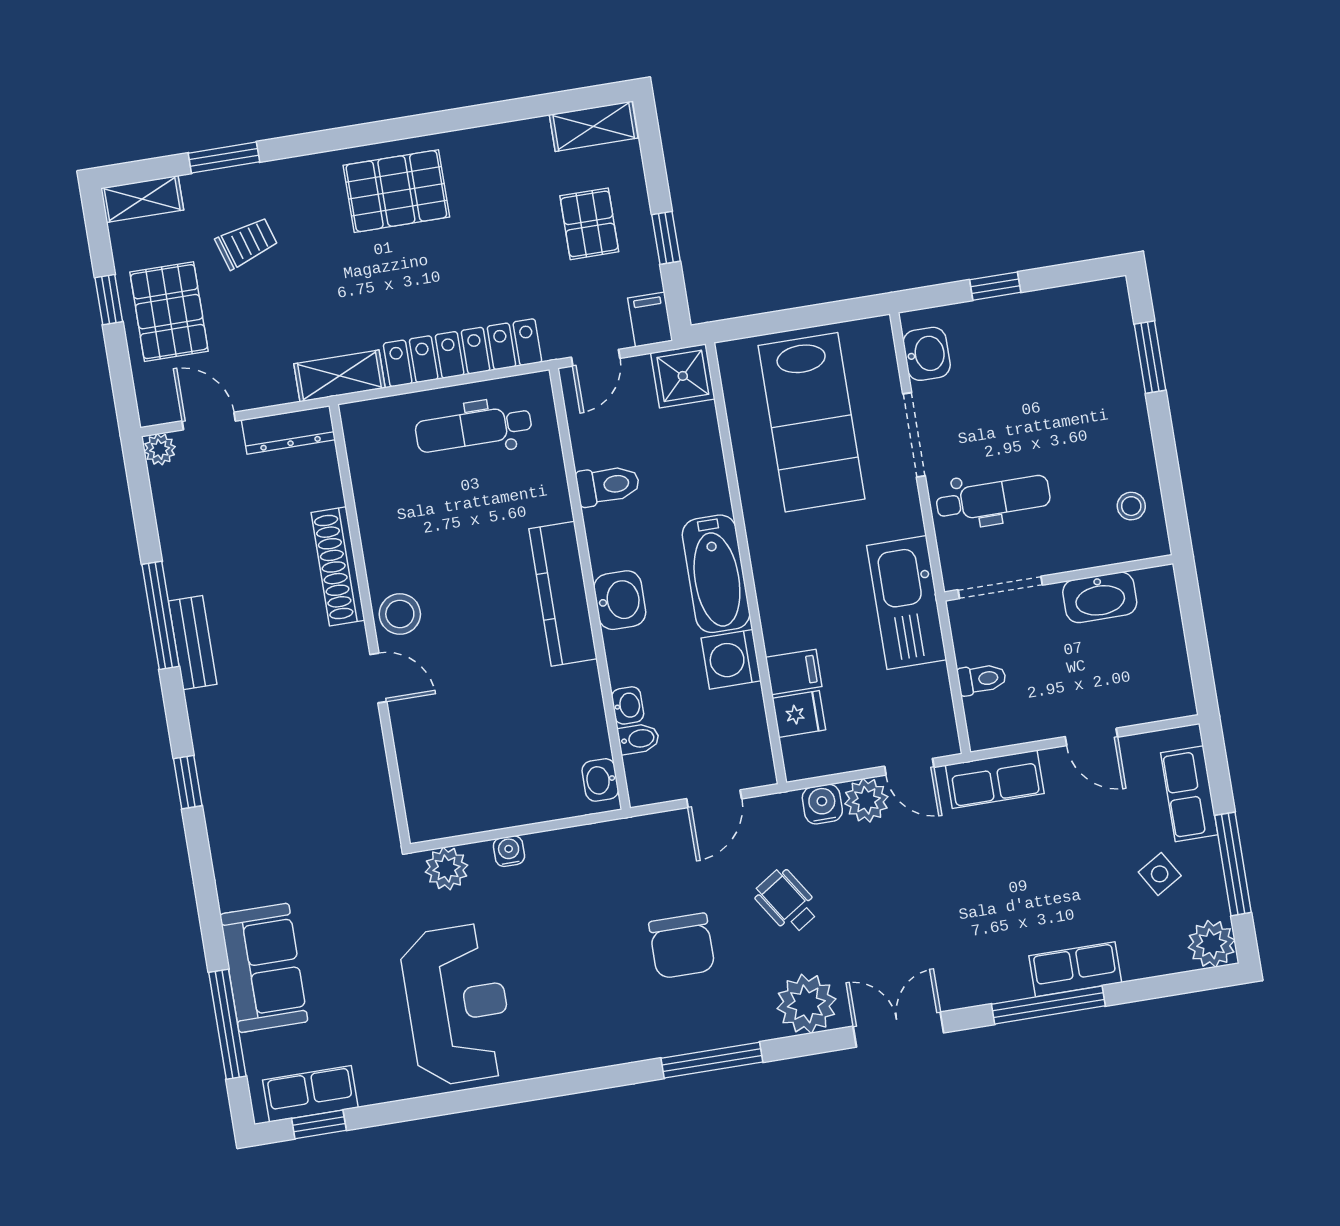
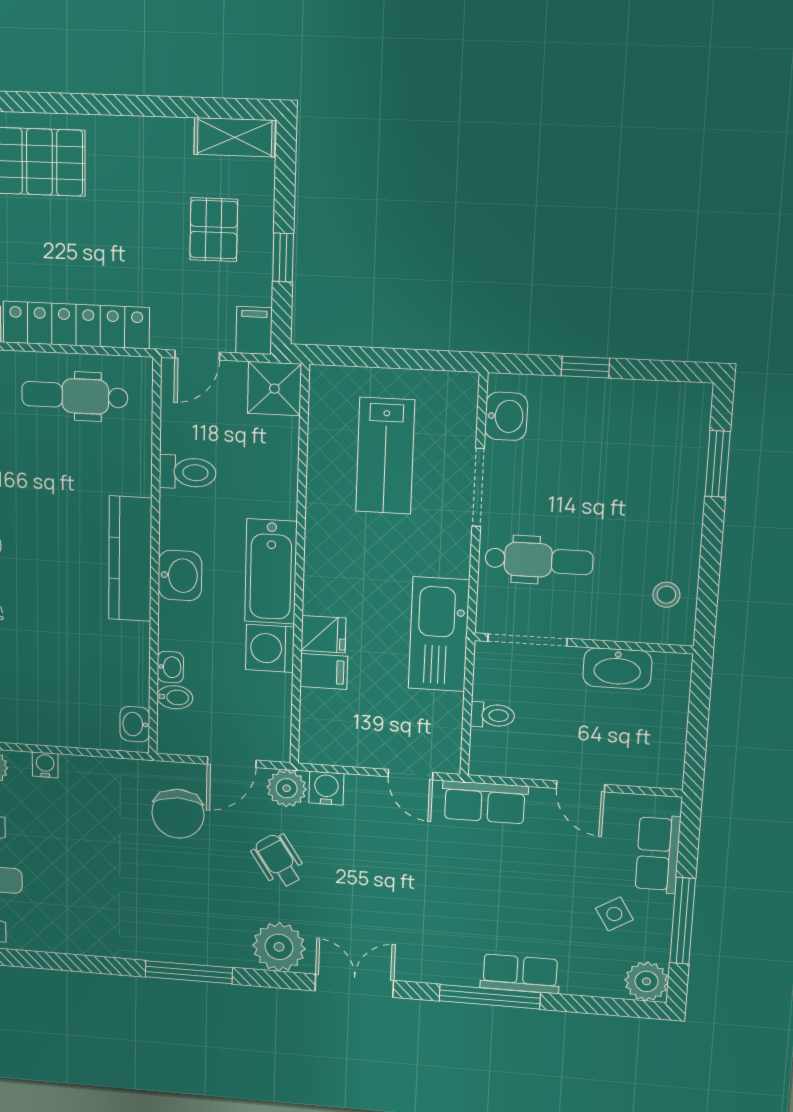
lab bench: (811, 422) -> (385, 456), width x0.73, depth x0.72
fridge: (799, 714) -> (323, 634), moved
plant: (866, 800) -> (287, 788), moved
chair: (682, 946) -> (178, 814), moved

